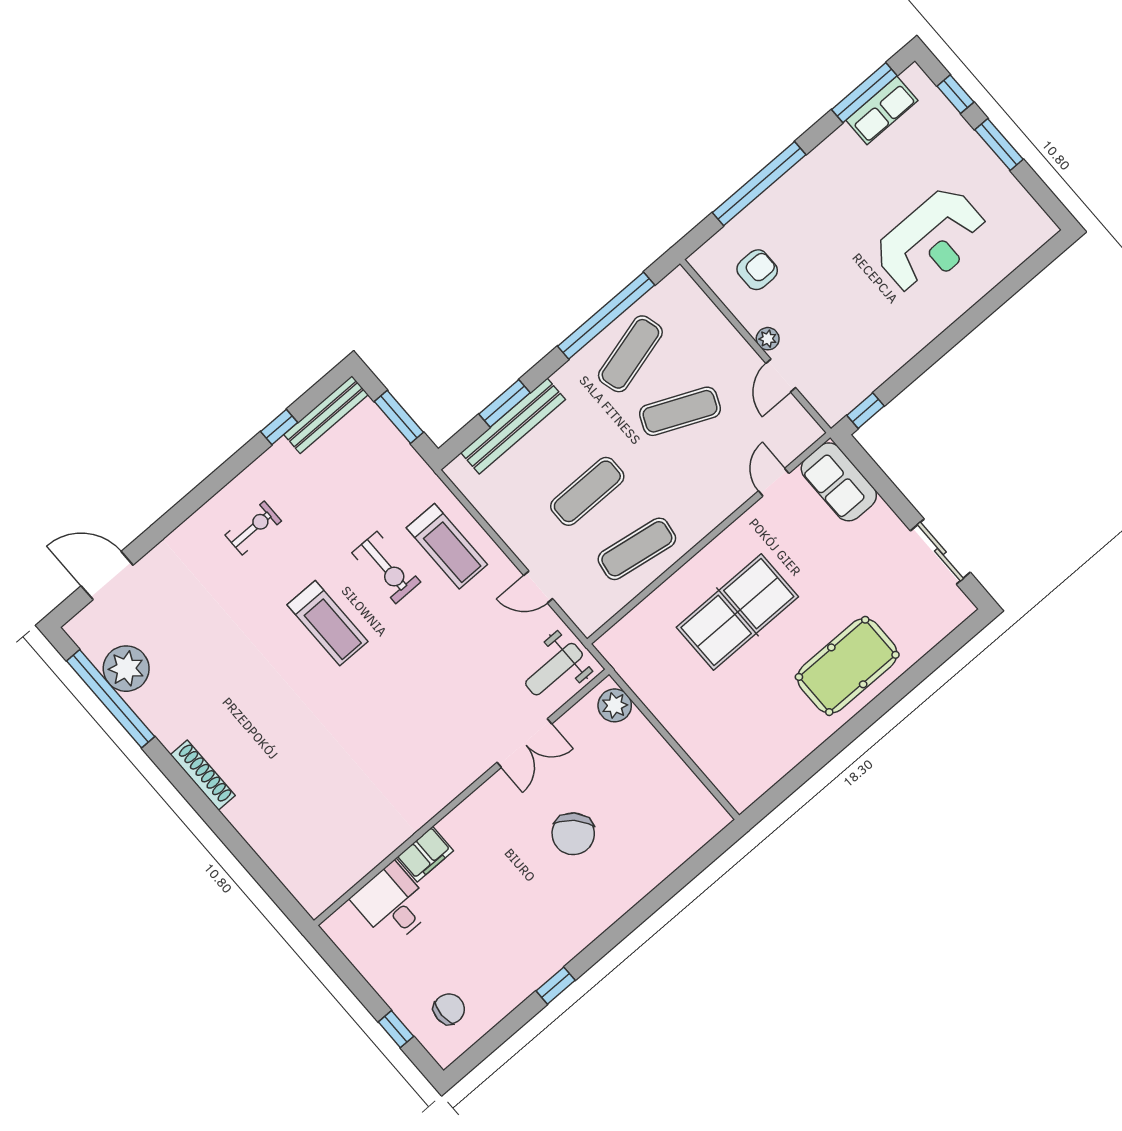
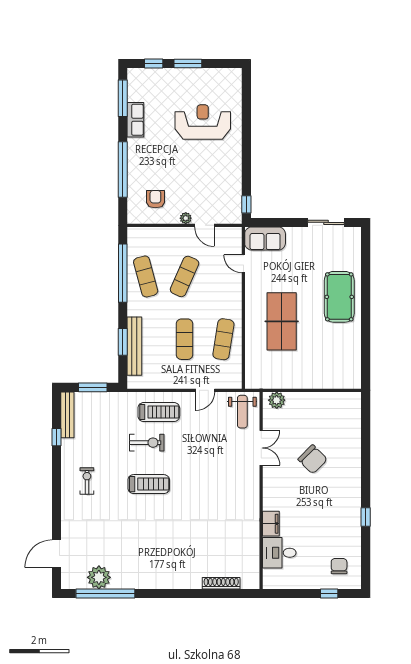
row of seats: (882, 110) -> (135, 120), moved
reception desk: (931, 241) -> (203, 122), turned -90
shoe rack: (203, 775) -> (221, 583), moved

